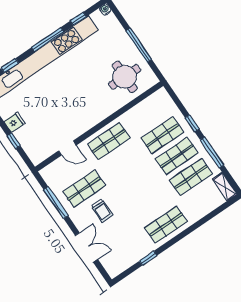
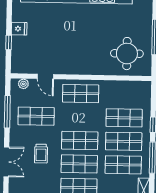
plant: (53, 168) -> (23, 84), added
shop shelf: (138, 183) -> (80, 140), added
shop shelf: (152, 204) -> (79, 164), added
trolley: (102, 210) -> (41, 154), moved

